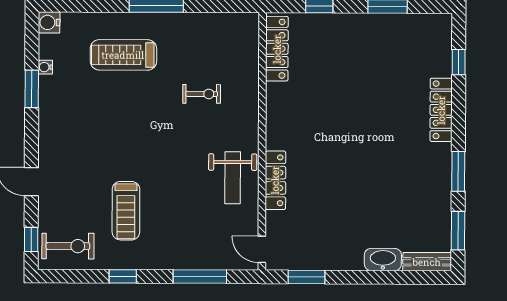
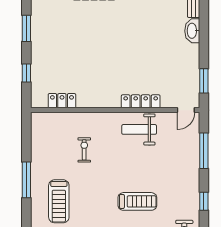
locker: (277, 49) -> (62, 101), width x0.66
weight bench: (233, 178) -> (139, 129), turned 180
treadmill: (126, 211) -> (137, 201), moved

